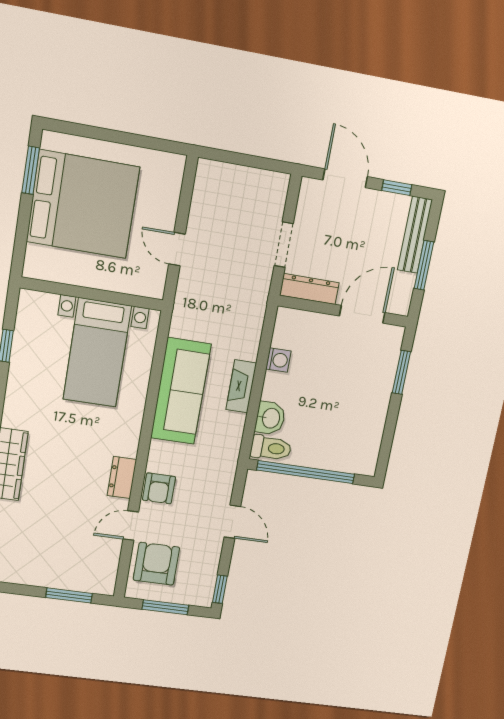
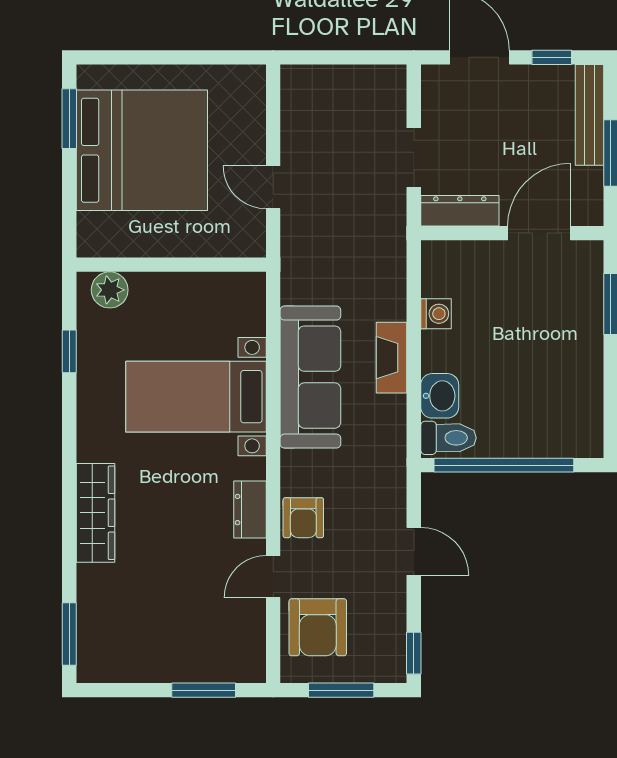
plant: (43, 305) -> (110, 290), added
bed with nightstands: (97, 353) -> (196, 397), moved, turned 90
armchair: (156, 564) -> (318, 627), turned 180

